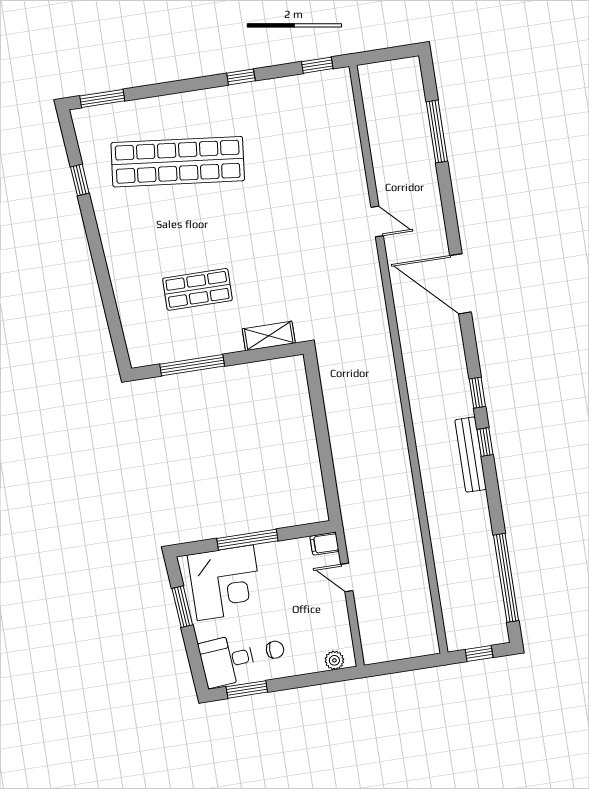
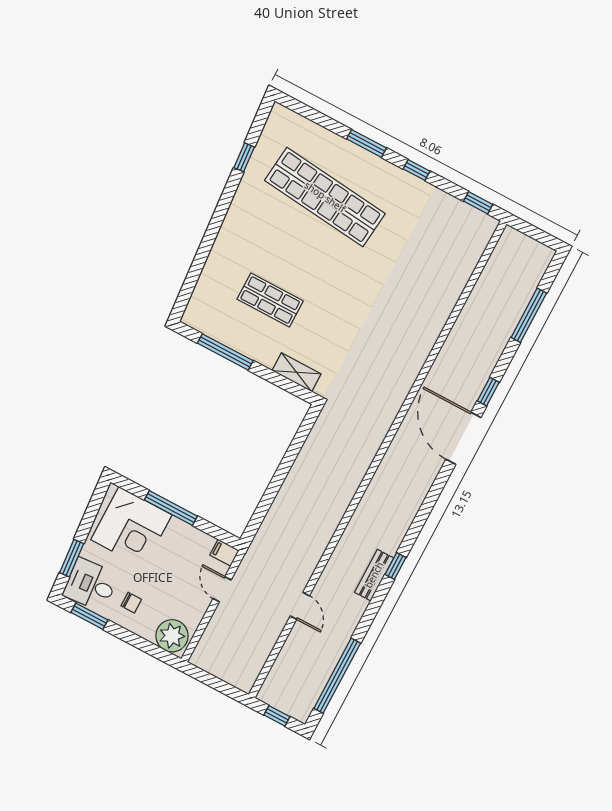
window: (102, 98) -> (367, 143), moved
door: (377, 221) -> (300, 606), moved
window: (477, 393) -> (488, 392), moved
bench: (471, 455) -> (374, 575), width x0.73
window: (182, 607) -> (72, 558), moved
plant: (334, 660) -> (172, 636), width x1.87, depth x1.87

